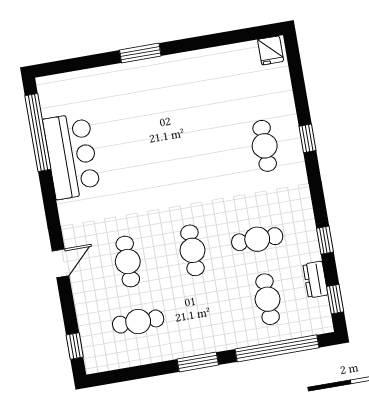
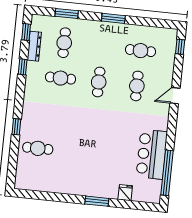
fridge: (271, 50) -> (125, 193), moved
cafe table: (265, 146) -> (38, 148), moved, turned 90
dresser: (315, 280) -> (34, 46), width x1.44
window: (277, 348) -> (67, 14), width x0.47

